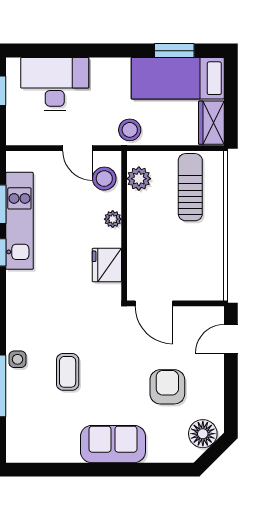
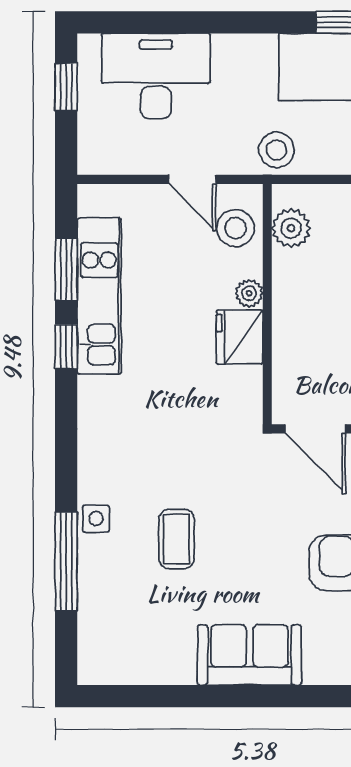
fridge: (107, 265) -> (240, 337), moved

